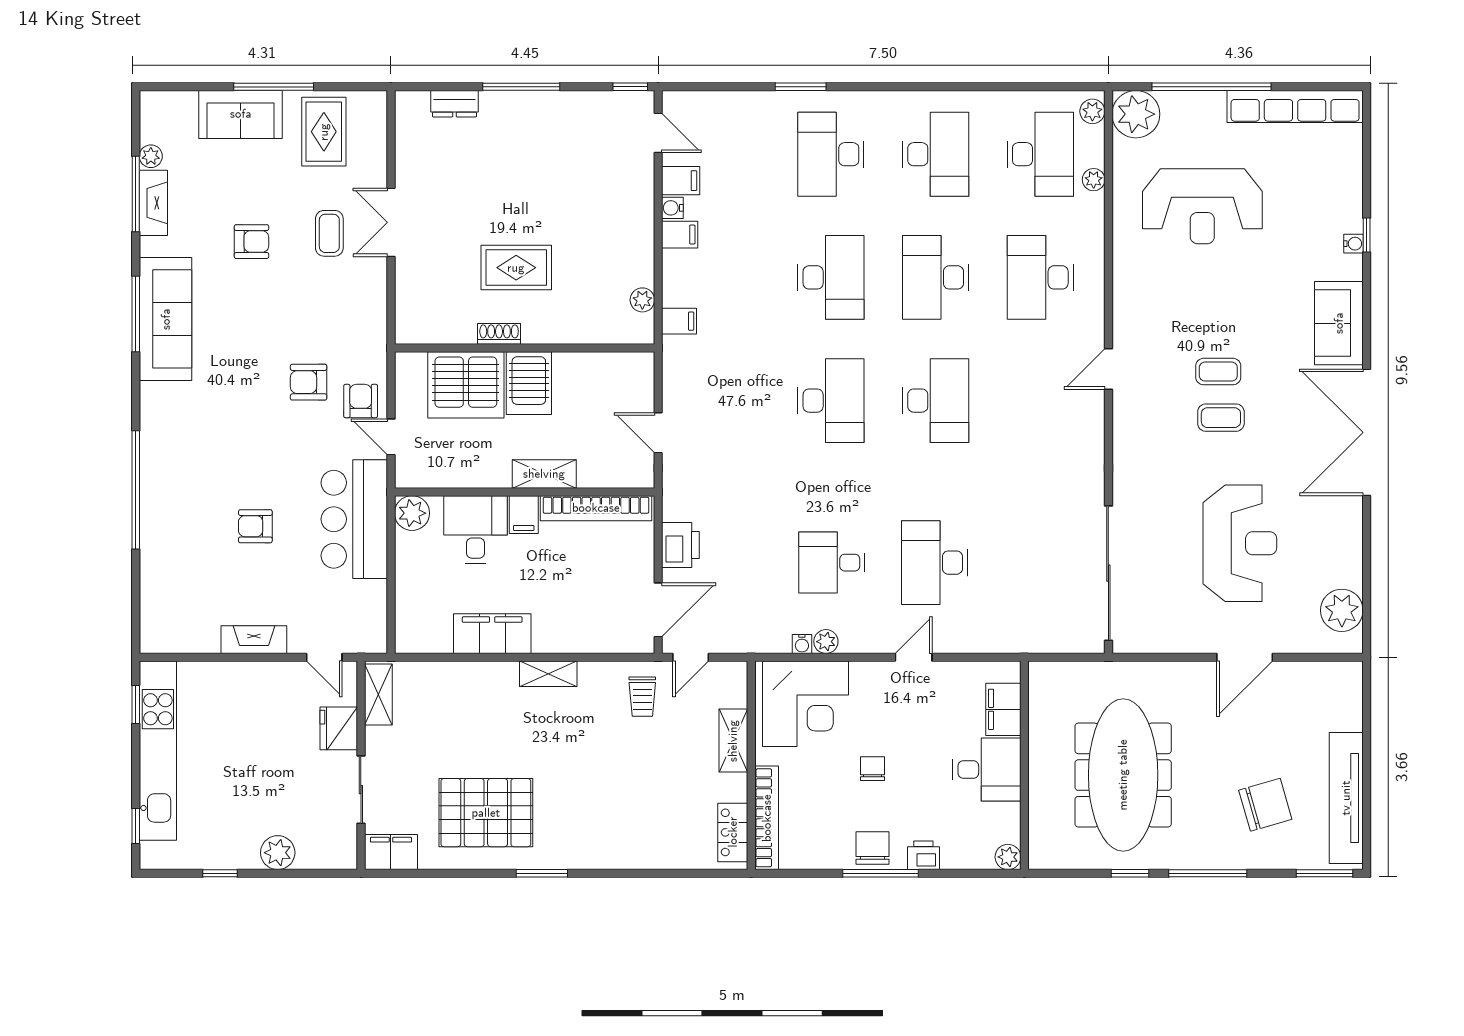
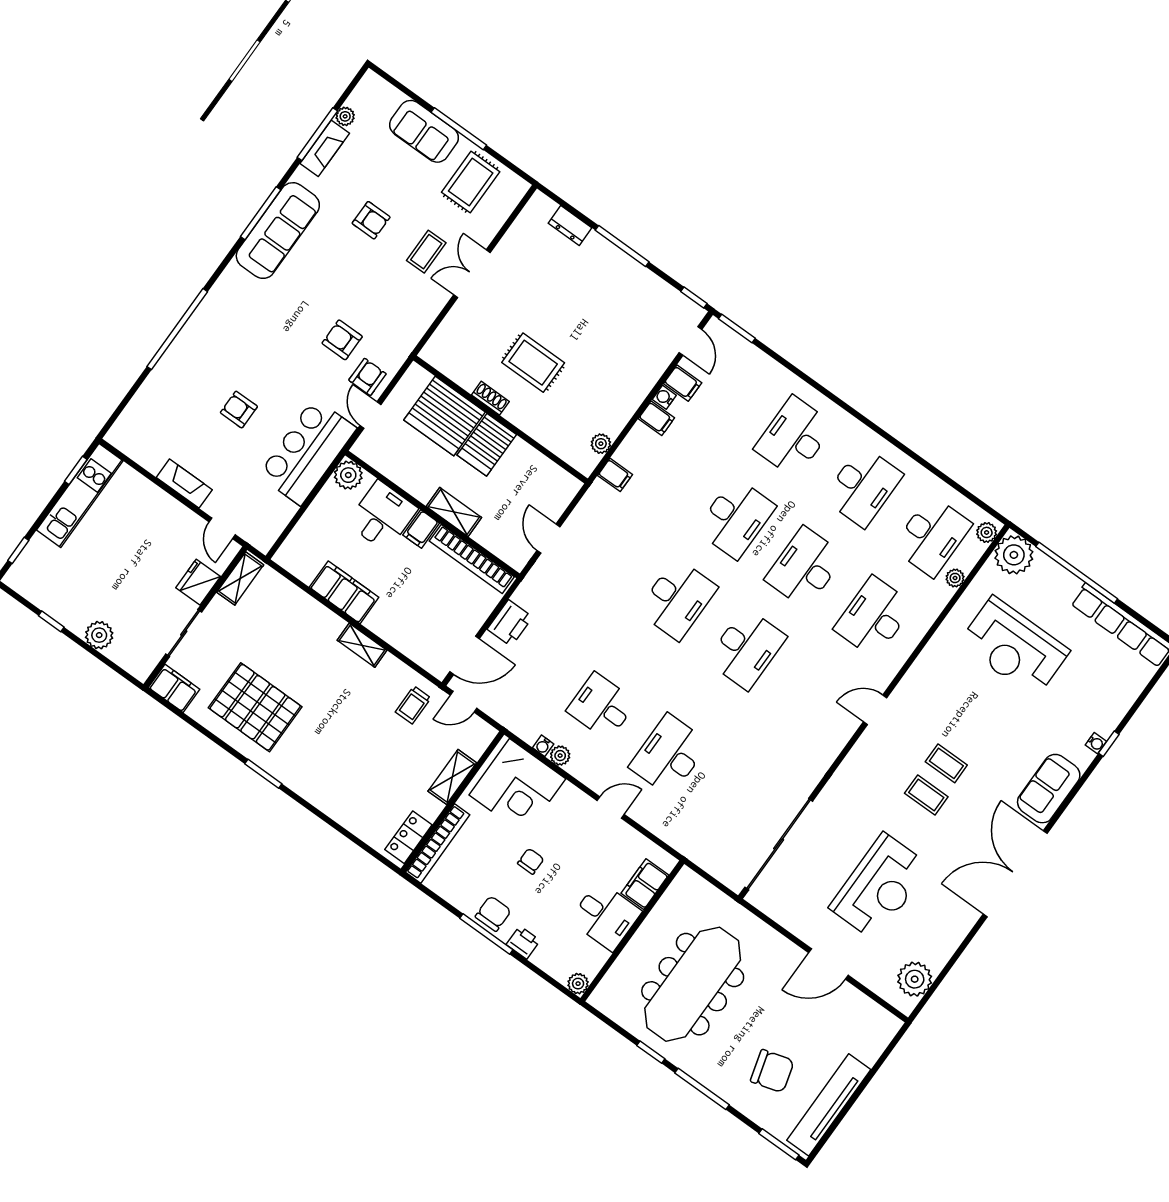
window: (801, 87) -> (737, 328), moved
kitchen unit: (158, 751) -> (80, 495), width x0.73

